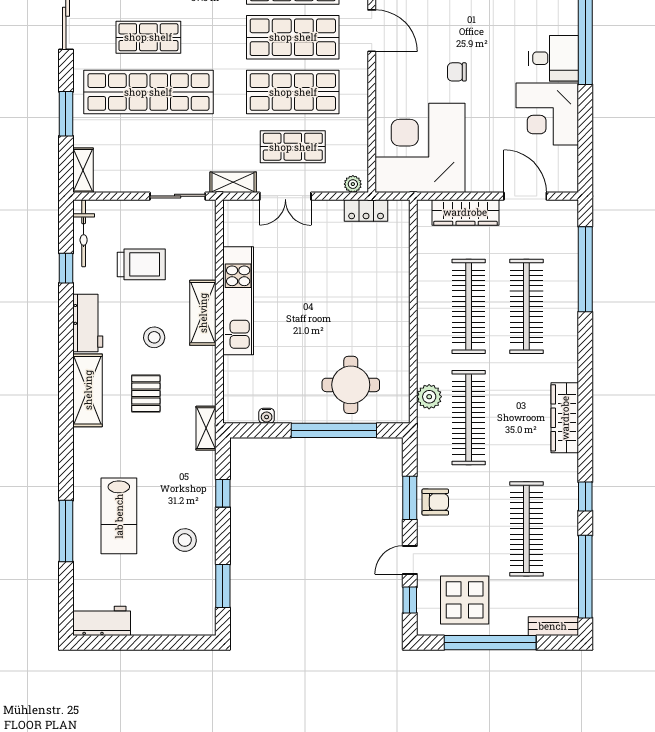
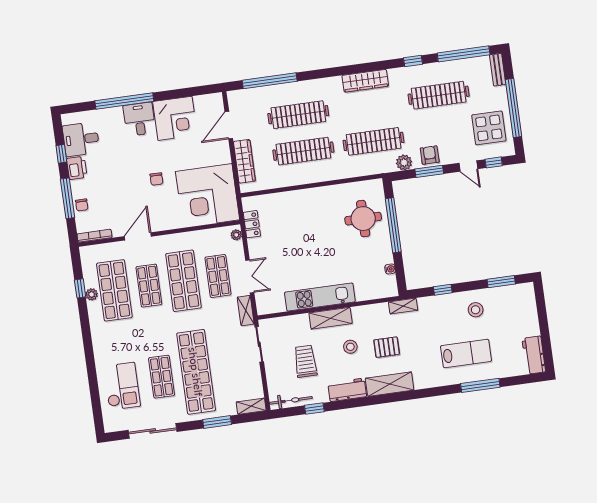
shop shelf: (293, 37) -> (149, 286), width x0.70, depth x0.74
plant: (429, 397) -> (404, 162), moved

